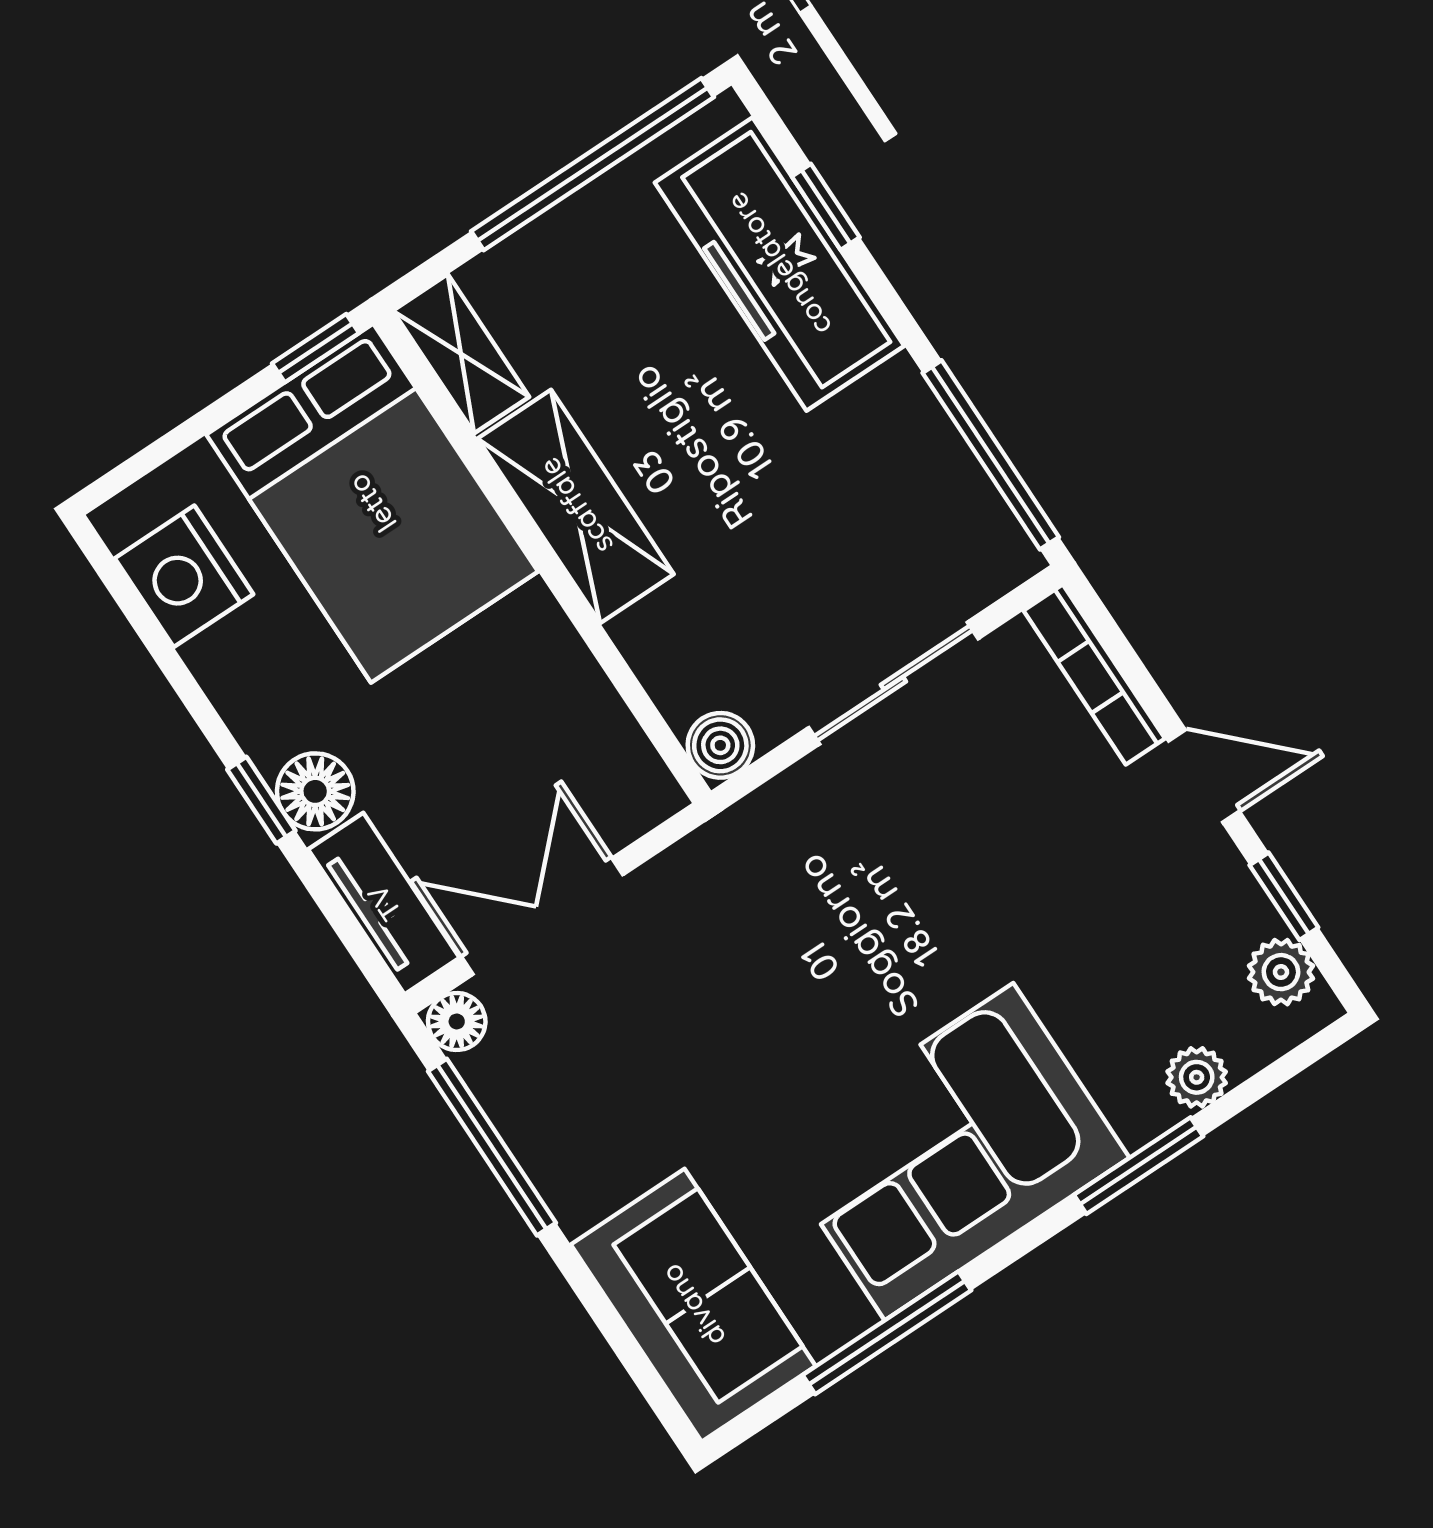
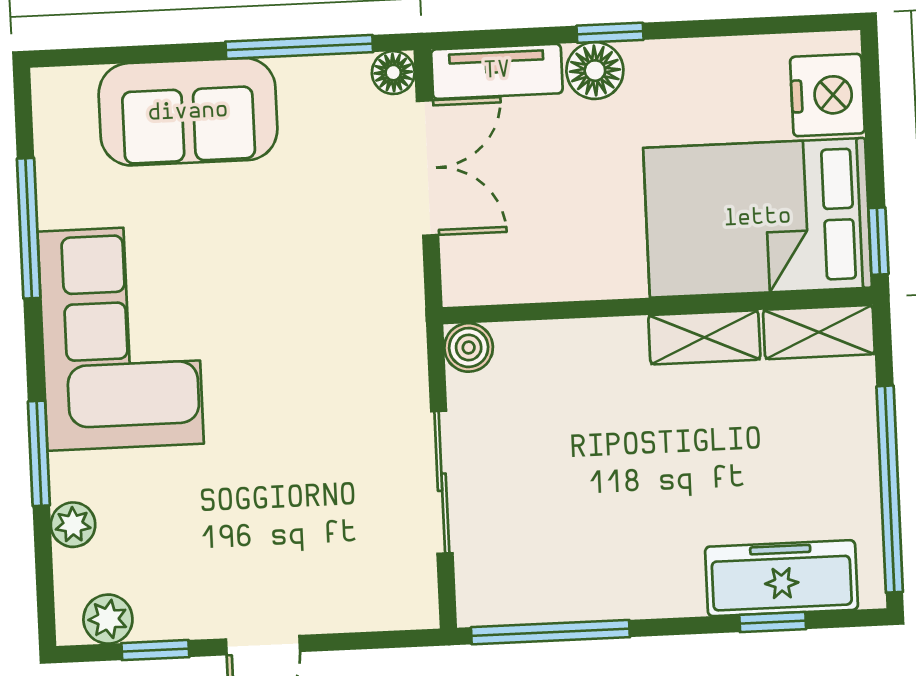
freezer: (779, 264) -> (781, 578), width x0.73, depth x0.79
shelving: (576, 506) -> (704, 337), width x0.67, depth x0.75
nightstand: (184, 576) -> (827, 95), moved, turned 90
bookcase: (1094, 674) -> (370, 614), removed
sofa: (693, 1305) -> (188, 112), moved

